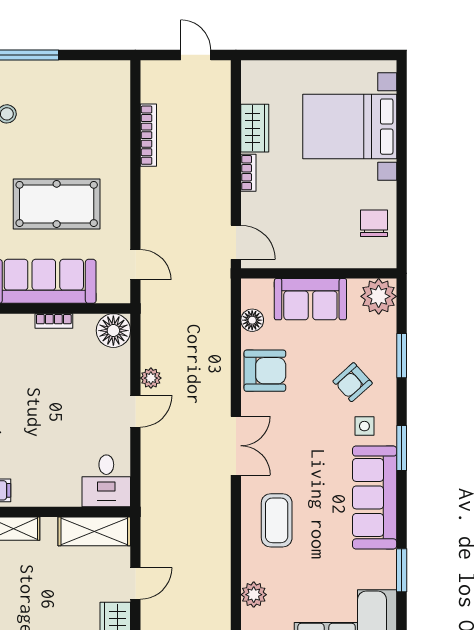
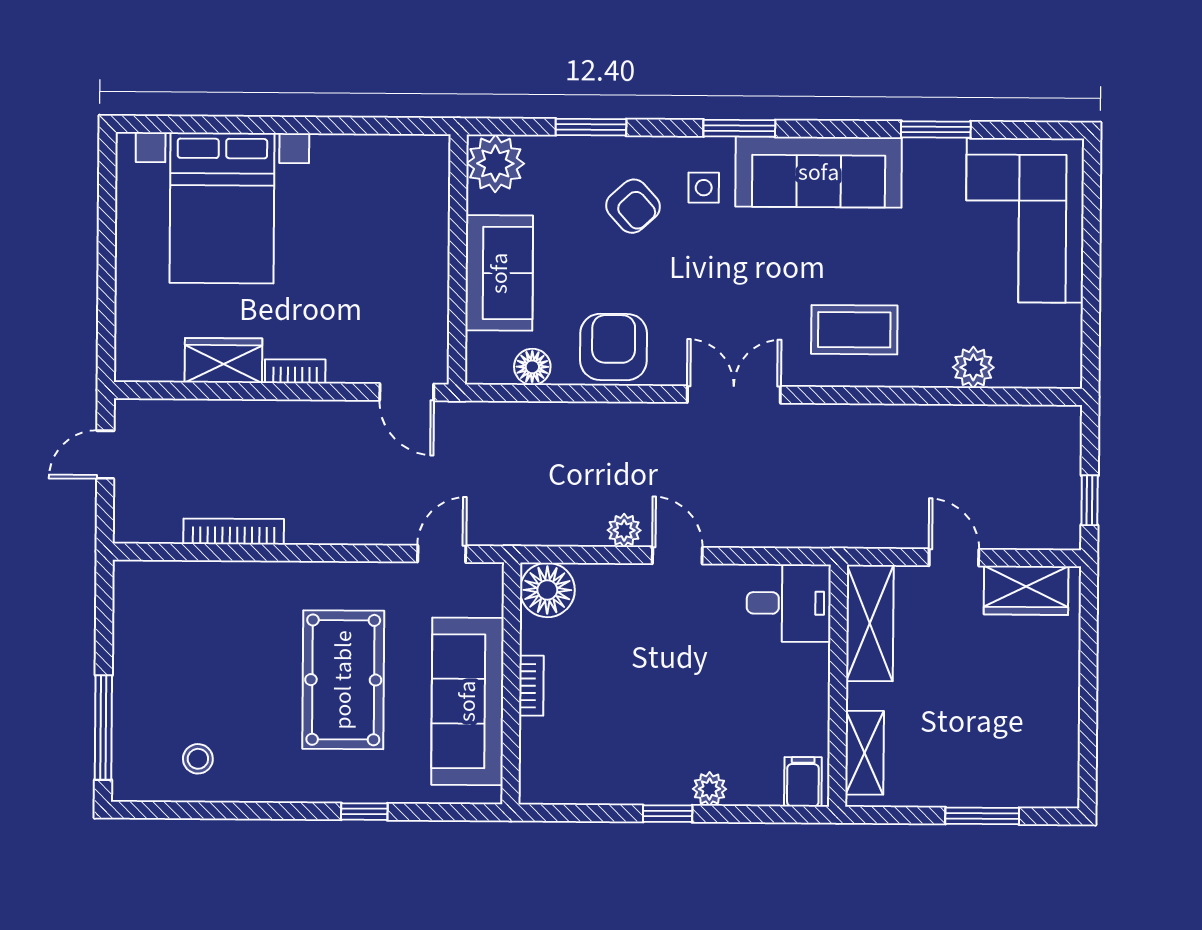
chair: (374, 223) -> (378, 170), removed
door: (236, 242) -> (407, 392), swing flipped

